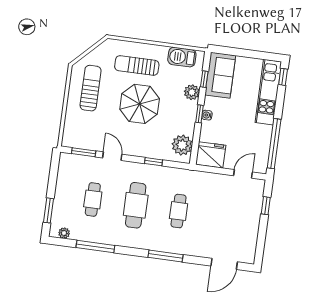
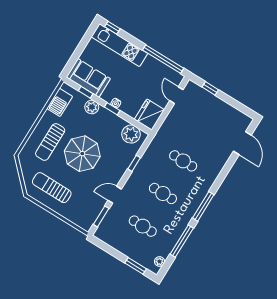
cafe table: (136, 205) -> (163, 193), width x0.73, depth x0.74
window: (166, 256) -> (203, 206), moved

